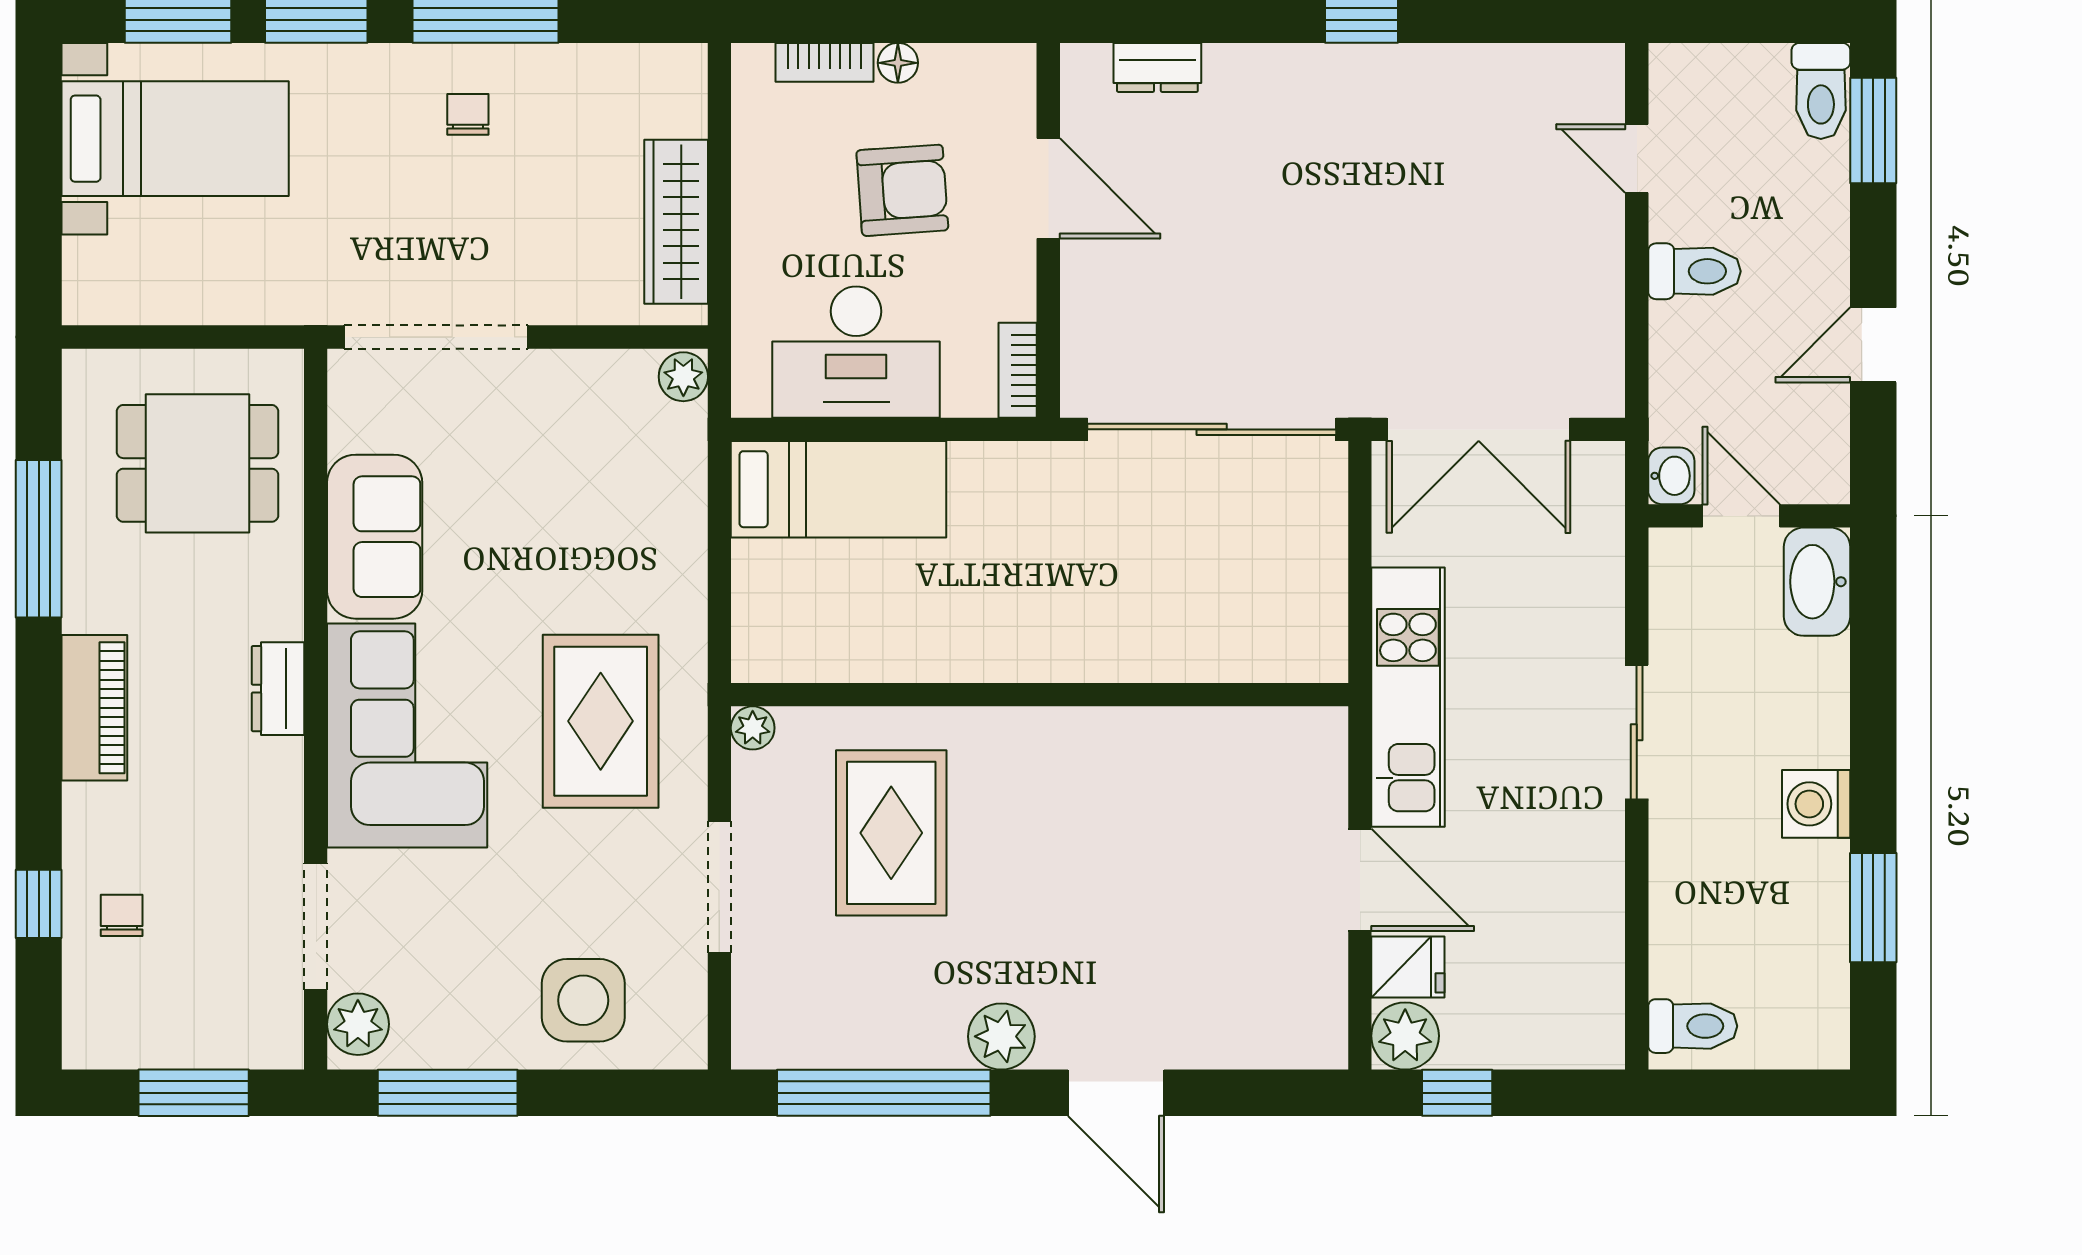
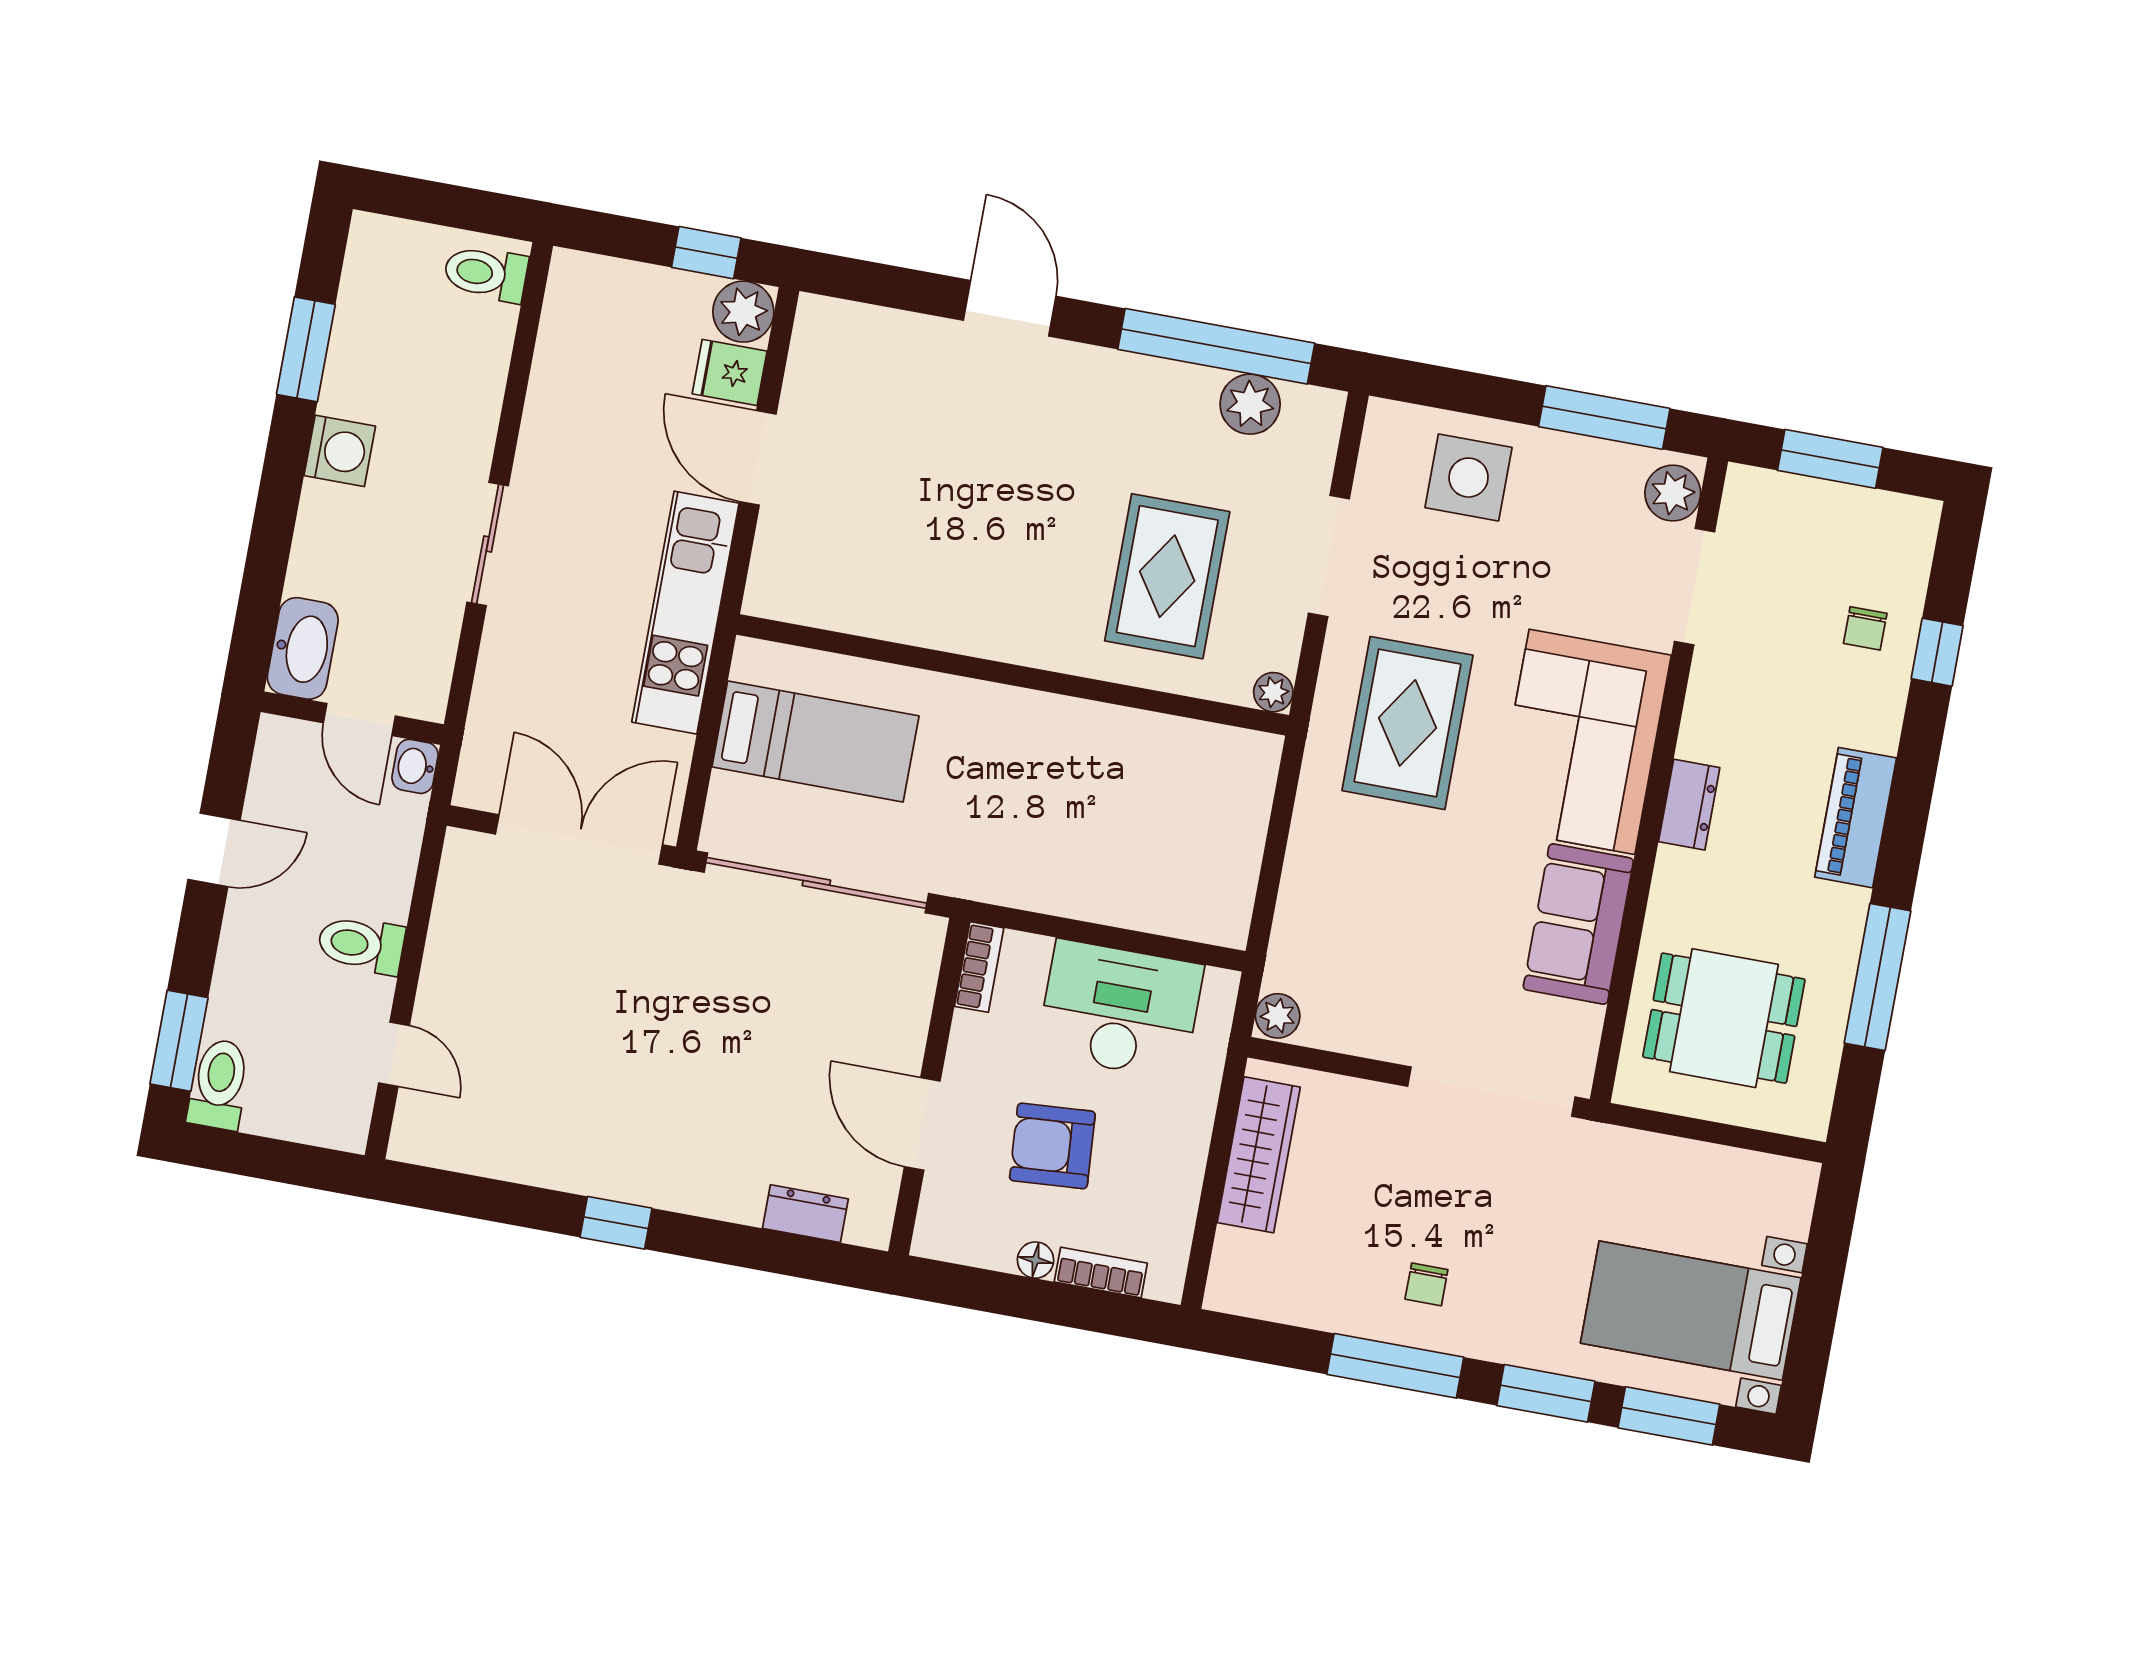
bed: (838, 489) -> (815, 741), moved, turned 180
plant: (1001, 1036) -> (1250, 404), moved

